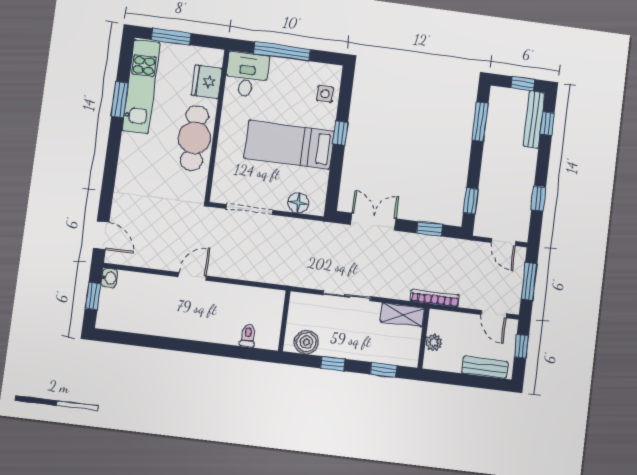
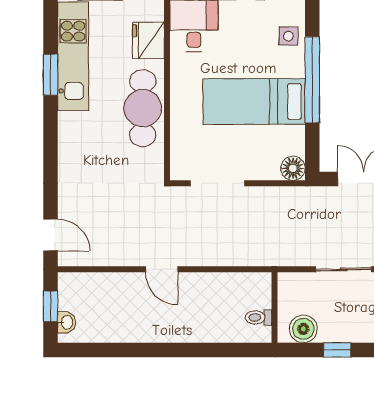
window: (340, 133) -> (312, 80), width x3.17
floor lamp: (298, 203) -> (293, 168), moved
door: (192, 276) -> (162, 269), swing flipped
washbasin: (109, 278) -> (67, 322), moved
toilet: (248, 336) -> (259, 317), moved, turned -90

